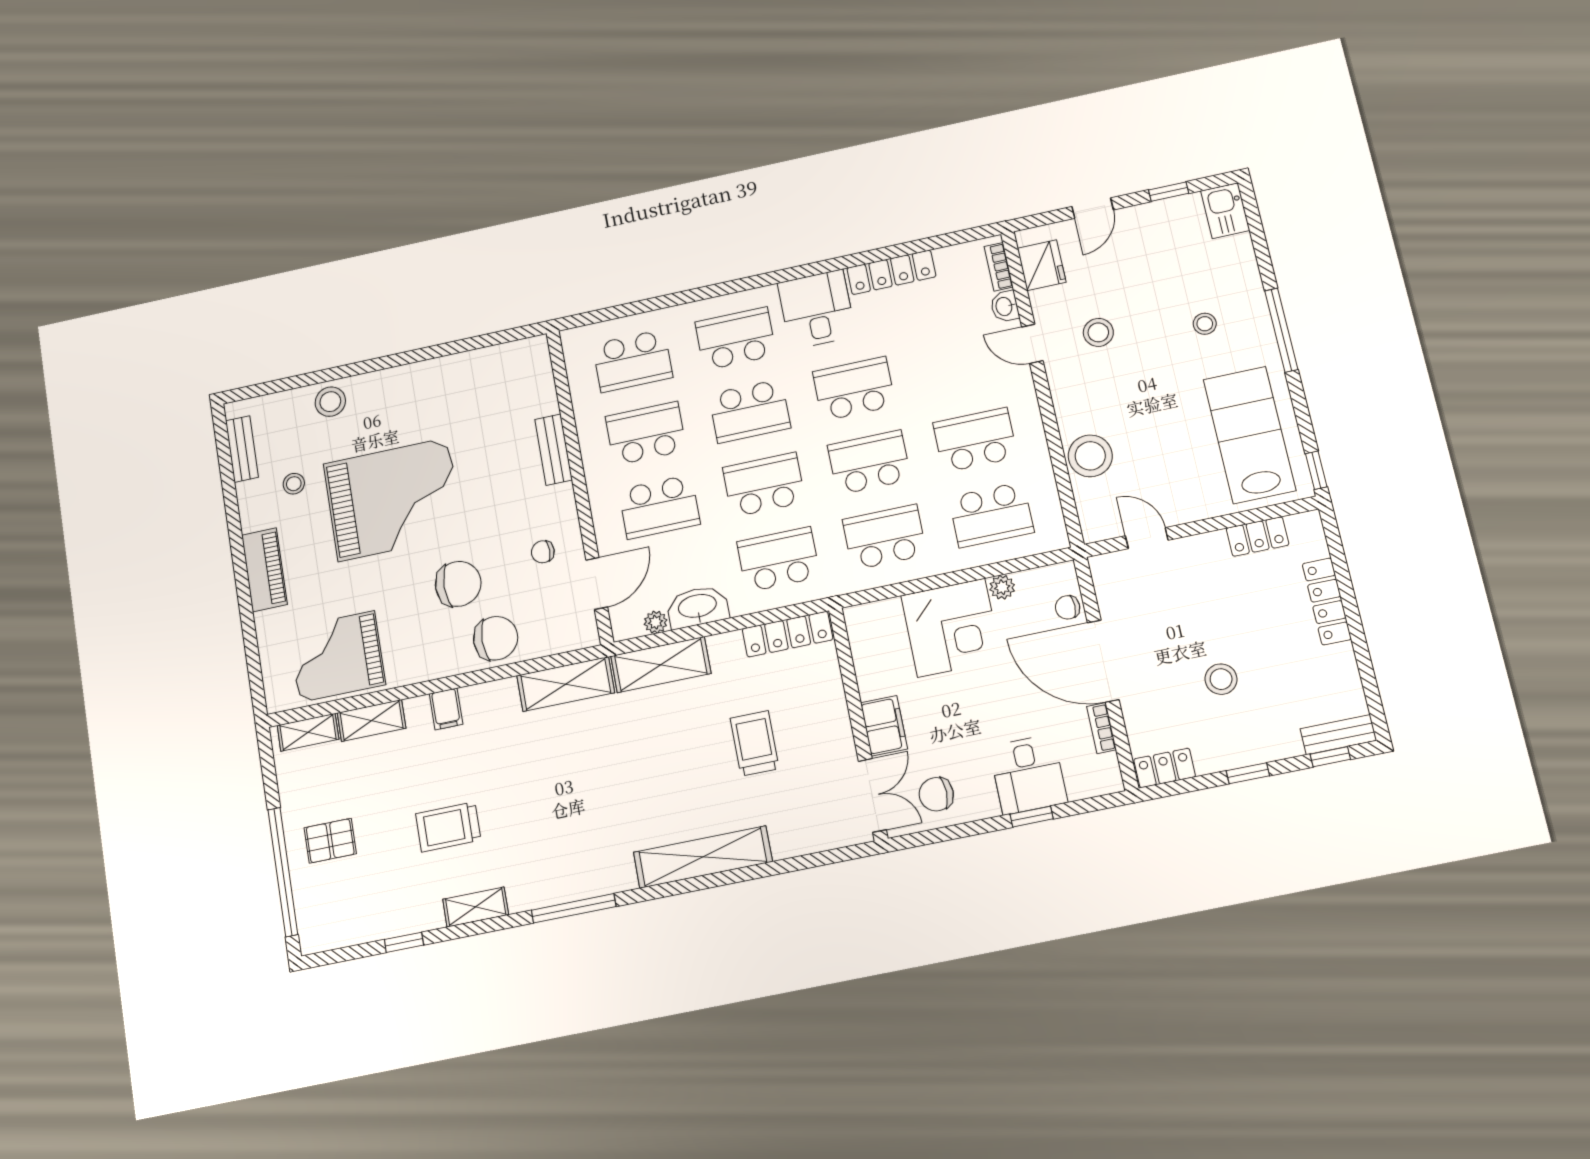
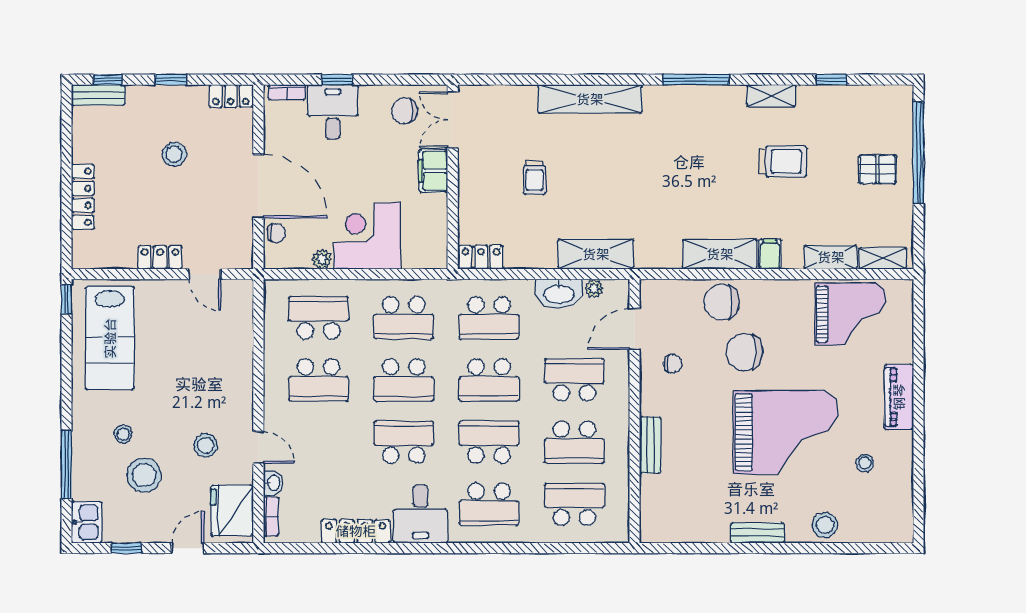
fridge: (1042, 265) -> (232, 510), width x1.36, depth x1.34
window: (1281, 330) -> (67, 465), moved
school desk: (854, 389) -> (404, 442), turned 180
bench: (242, 449) -> (757, 533), moved, turned 90
stool: (1090, 456) -> (144, 475), moved
grand piano: (393, 499) -> (786, 432), turned 180
locker: (1258, 537) -> (160, 257), moved
locker: (787, 634) -> (481, 257), width x0.66
shelving: (566, 684) -> (720, 254), moved
bookcase: (1101, 728) -> (287, 92), moved, turned 90
trolley: (755, 743) -> (534, 178), width x0.73, depth x0.72
chair: (936, 794) -> (404, 111), turned 180

